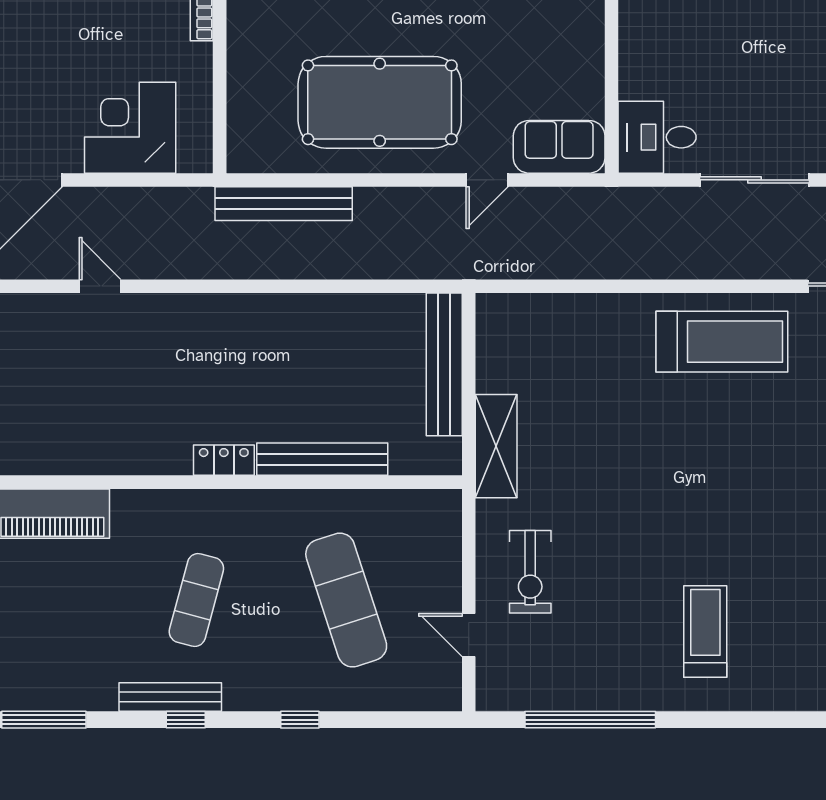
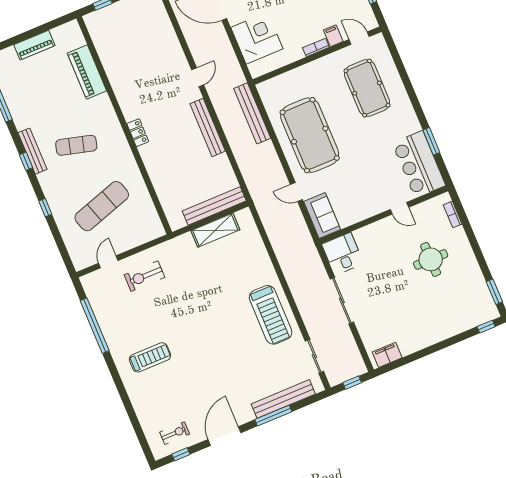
door: (100, 286) -> (198, 77), moved
shelving: (496, 446) -> (215, 230), moved
bench: (322, 459) -> (208, 127), moved

